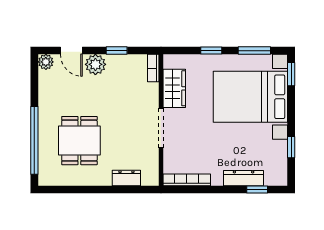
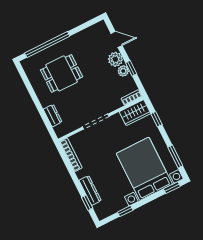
door: (71, 51) -> (117, 39), swing flipped
window: (211, 51) -> (156, 119), moved
plant: (46, 62) -> (123, 71), moved
wardrobe: (174, 88) -> (135, 113), moved

